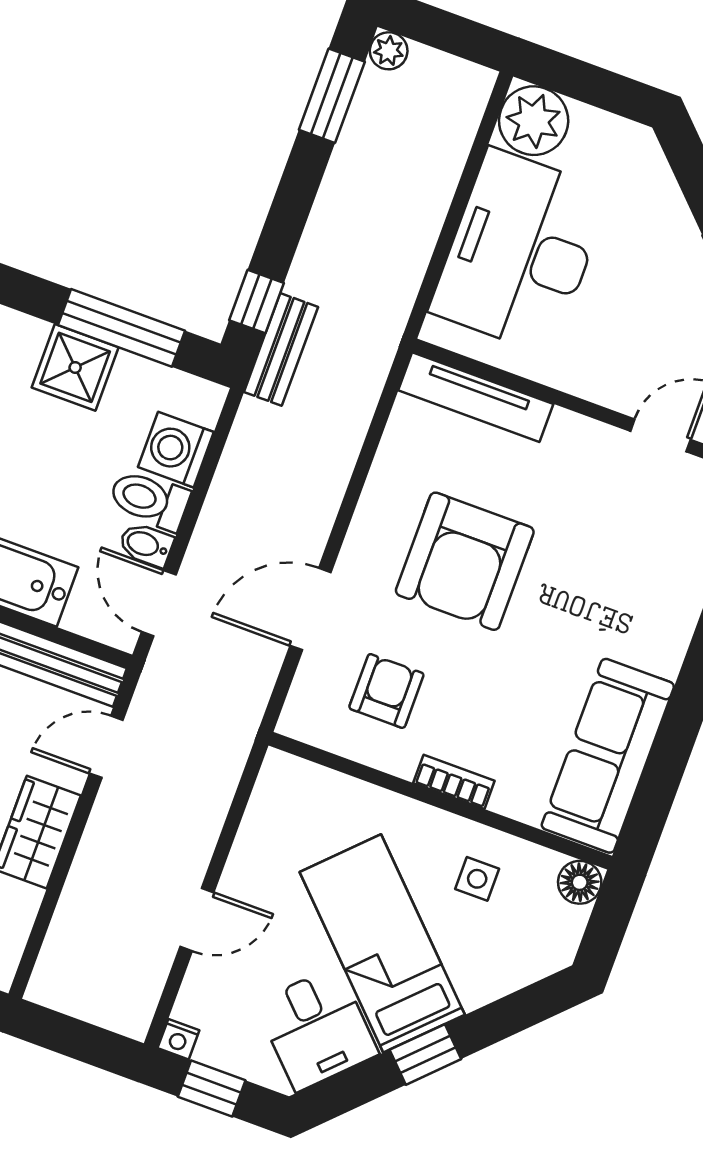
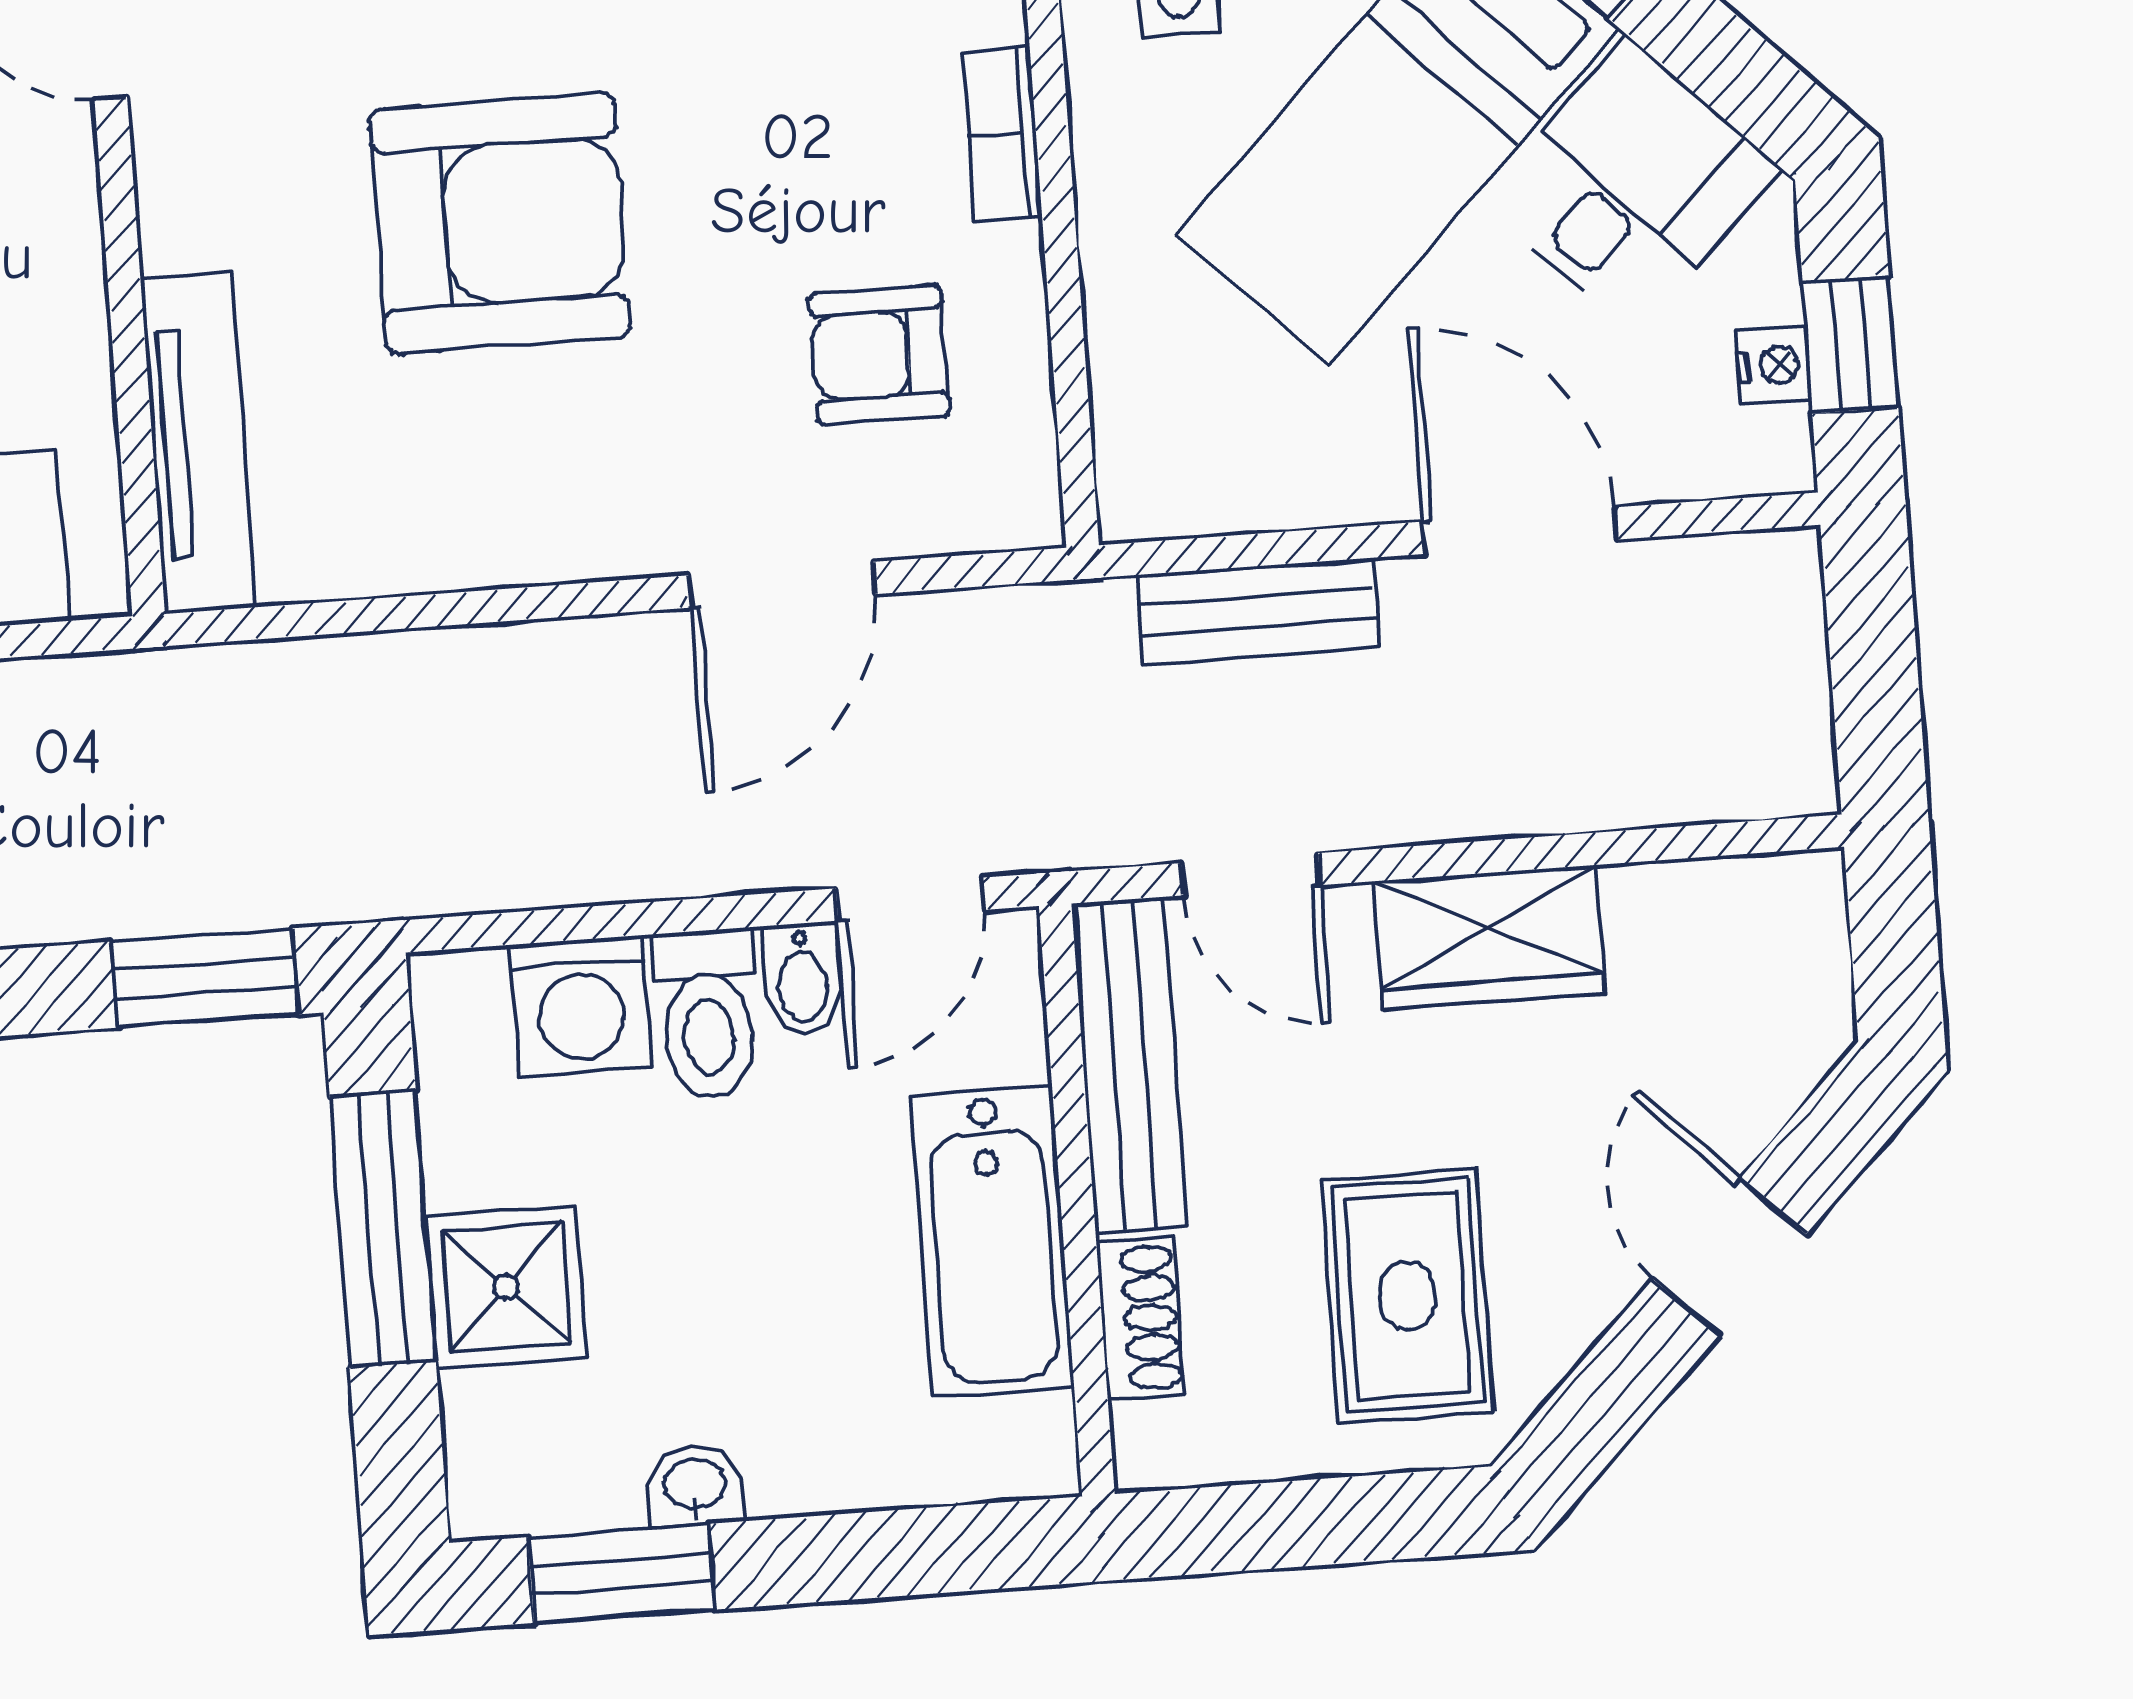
window: (256, 302) -> (205, 978), width x1.50
bench: (281, 349) -> (1258, 611), moved
armchair: (465, 561) -> (500, 223), moved
door: (311, 609) -> (782, 585), hinge flipped
door: (197, 920) -> (1520, 531), width x1.38
nightstand: (178, 1039) -> (1774, 365), moved

